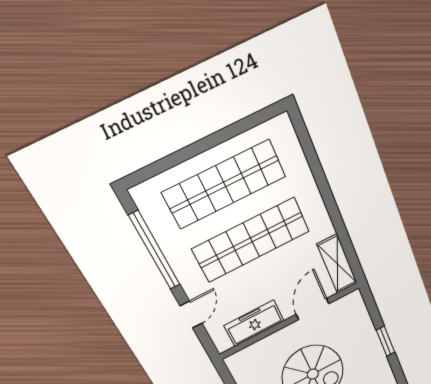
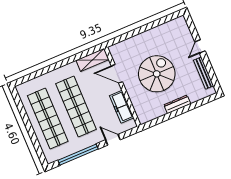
window: (386, 341) -> (142, 30), removed

